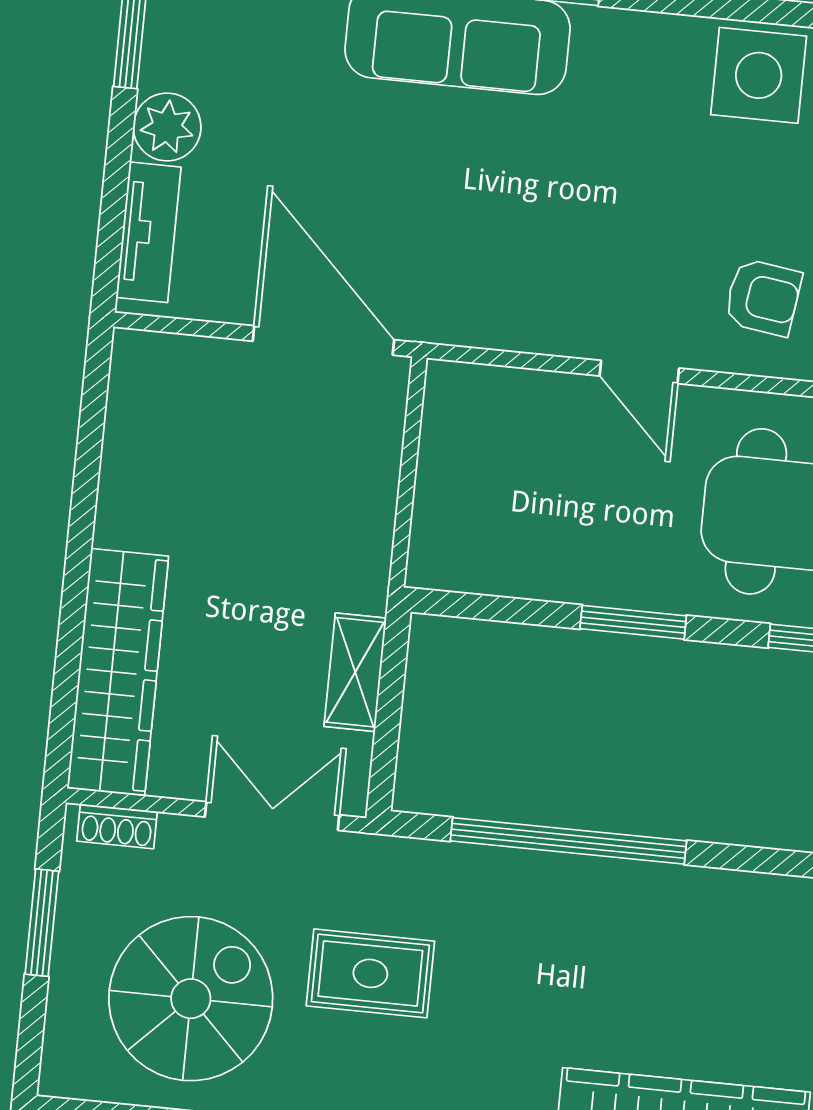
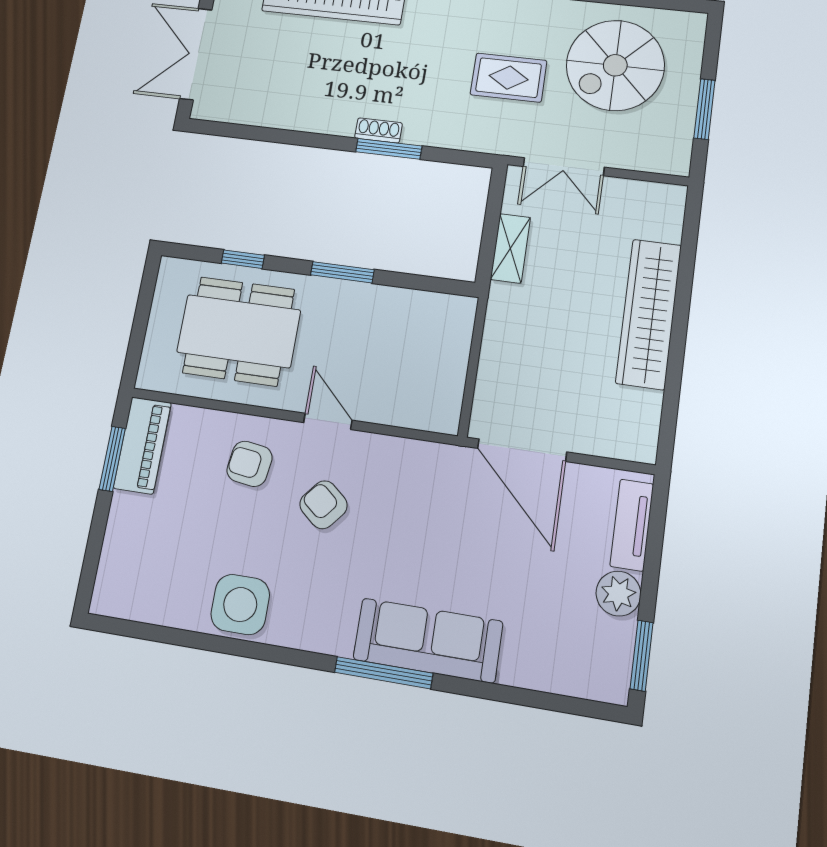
armchair: (637, 238) -> (323, 505), added
wardrobe: (118, 672) -> (649, 314), moved
shoe rack: (117, 826) -> (378, 131), moved
window: (568, 841) -> (389, 149), width x0.47

